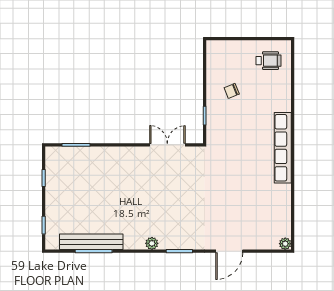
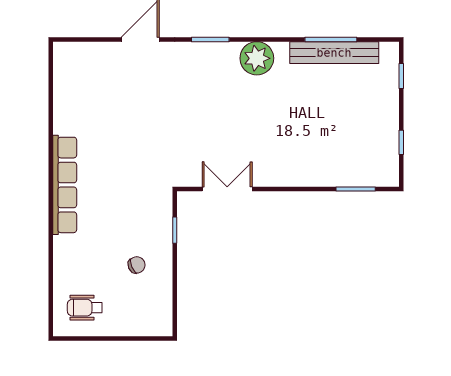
double door: (167, 145) -> (227, 189), swing flipped
plant: (152, 243) -> (257, 58), width x1.87, depth x1.87
plant: (285, 244) -> (61, 50), removed

